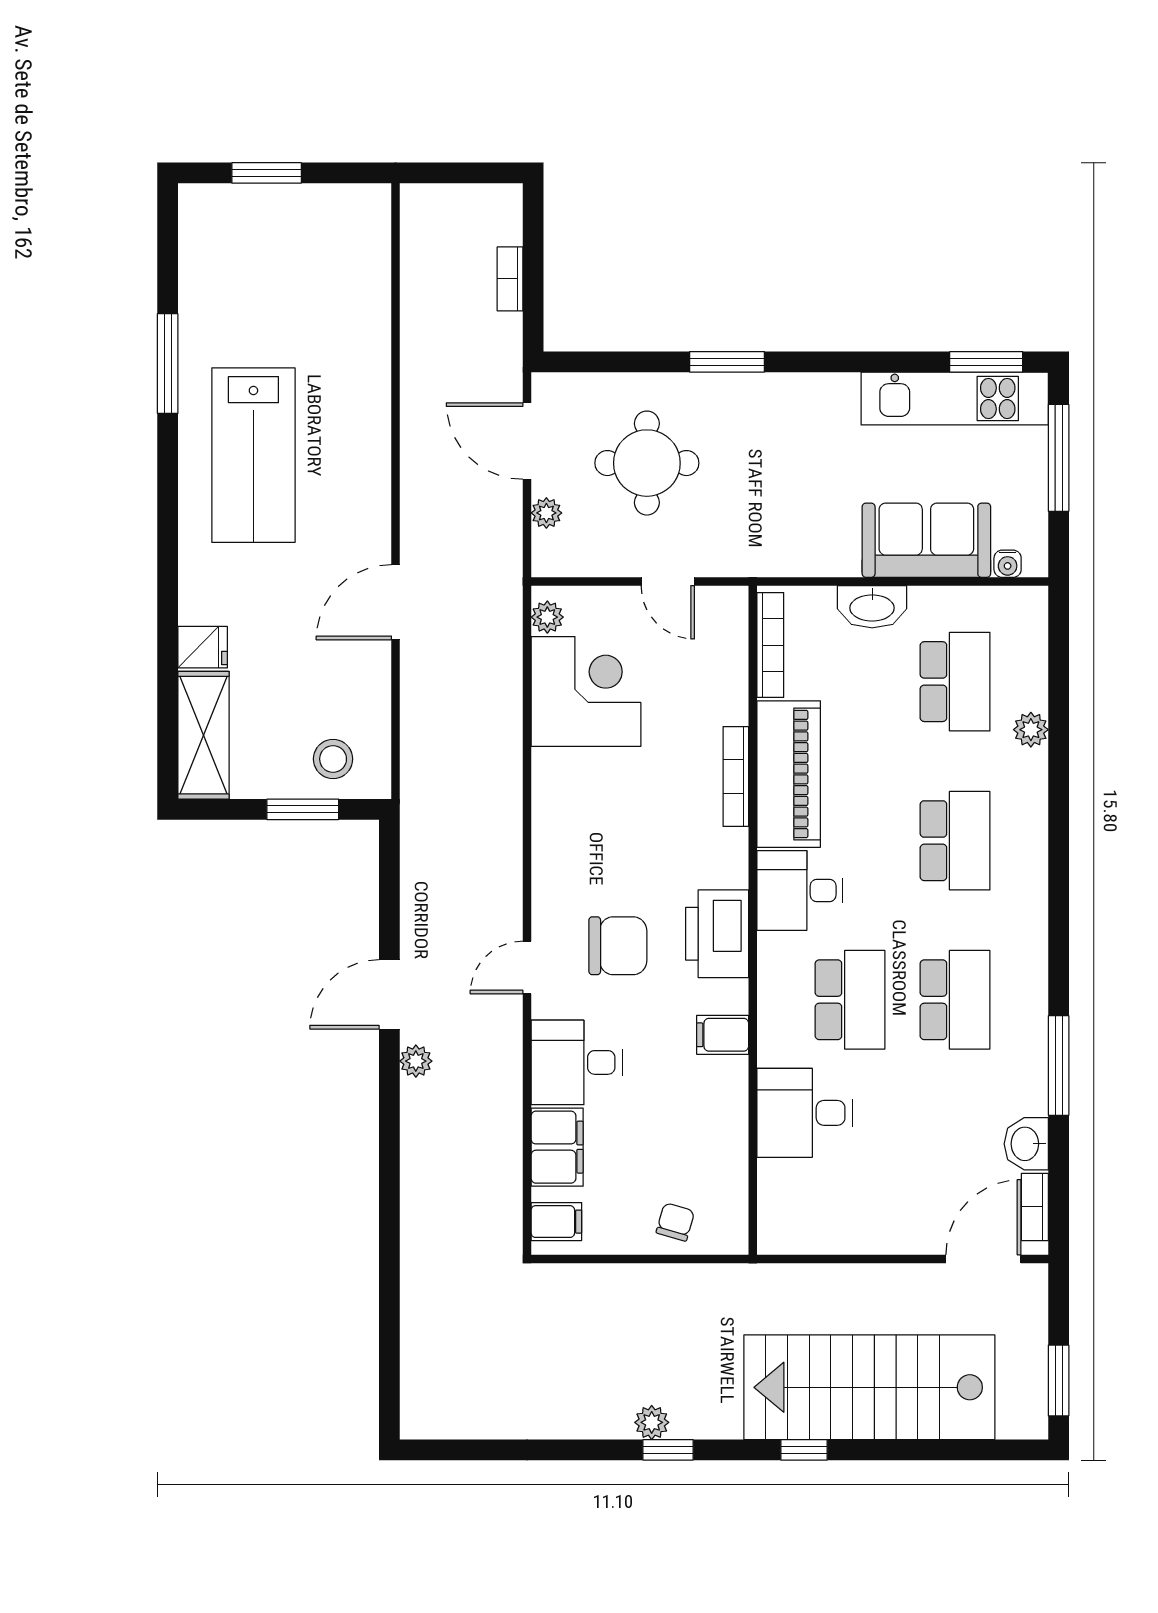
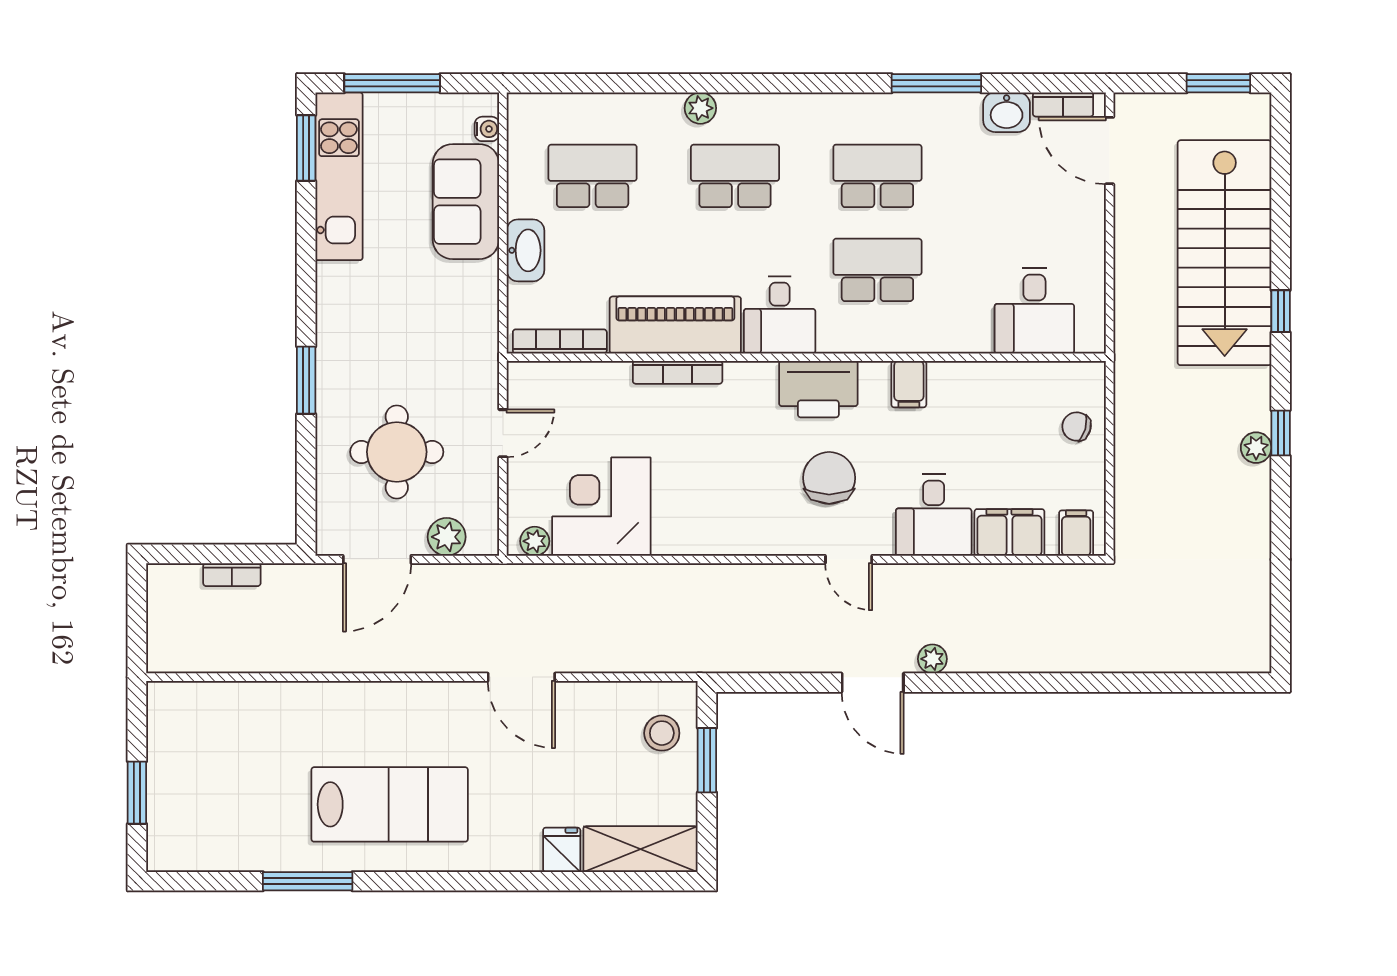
plant: (546, 513) -> (447, 537), width x1.38, depth x1.38
plant: (1031, 730) -> (700, 108), moved
desk: (805, 1113) -> (1034, 311), moved

